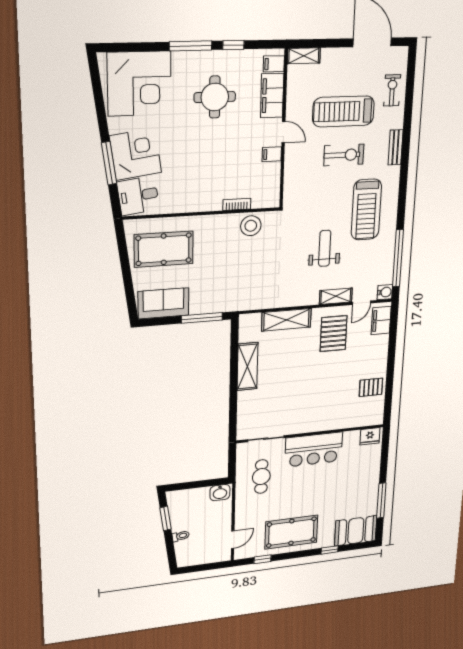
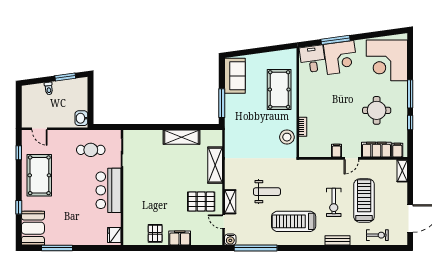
pool table: (164, 249) -> (279, 90), moved
filing cabinet: (381, 320) -> (180, 238), moved

